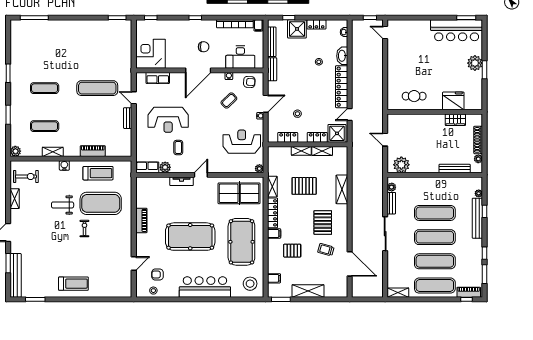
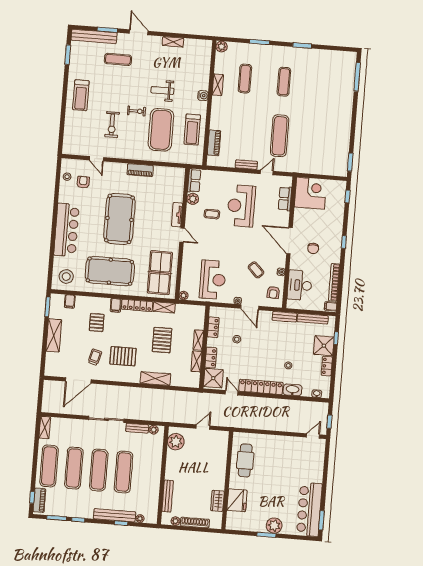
cafe table: (414, 96) -> (245, 460), width x1.37, depth x1.35
piano: (93, 151) -> (214, 143), moved
exercise bike: (26, 176) -> (112, 125), moved
weight bench: (63, 205) -> (162, 91), turned -90
exercise mat: (36, 250) -> (118, 59), added

